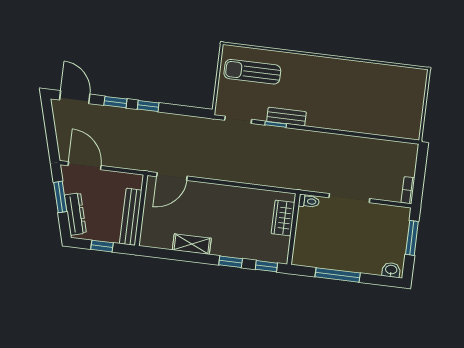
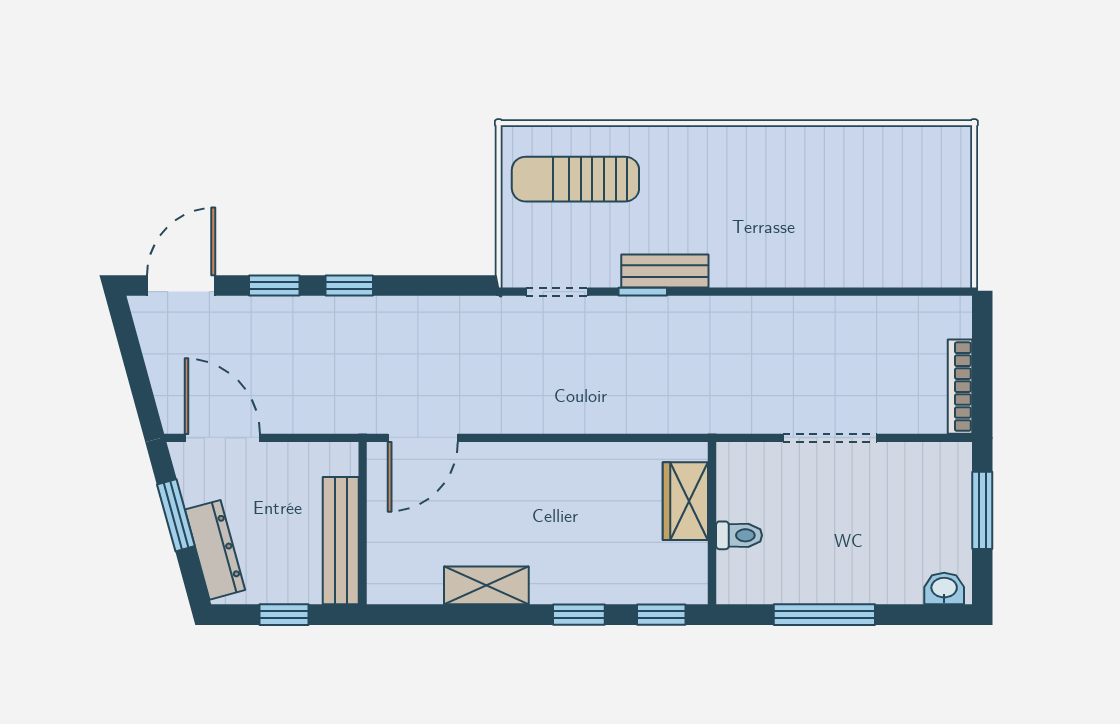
door: (75, 97) -> (181, 286), hinge flipped
bookcase: (408, 190) -> (960, 387), width x1.56
toilet: (309, 201) -> (739, 535), moved

